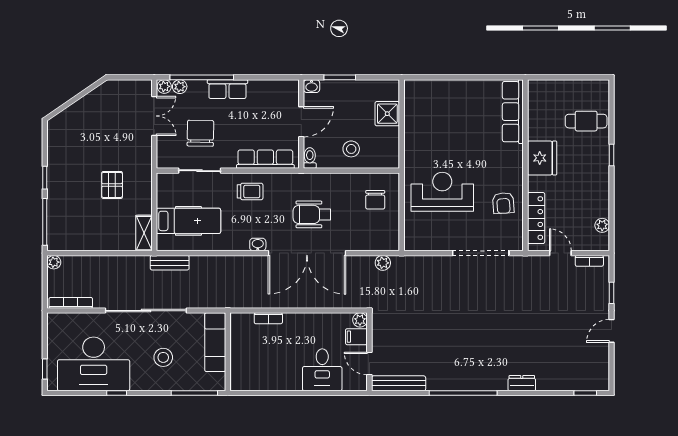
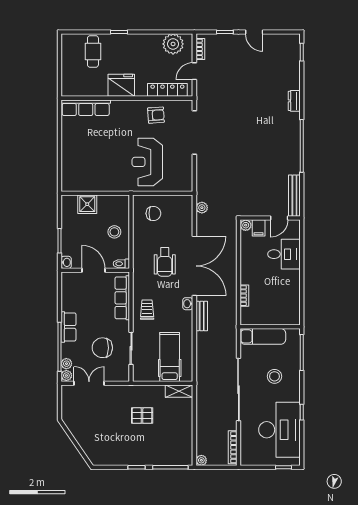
plant: (602, 225) -> (173, 44), width x1.88, depth x1.88
bench: (170, 263) -> (202, 316), moved

